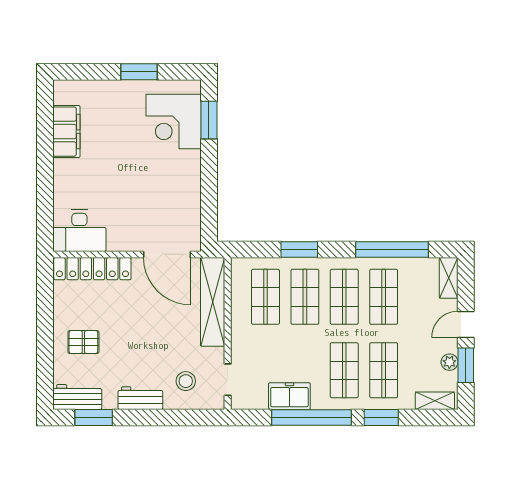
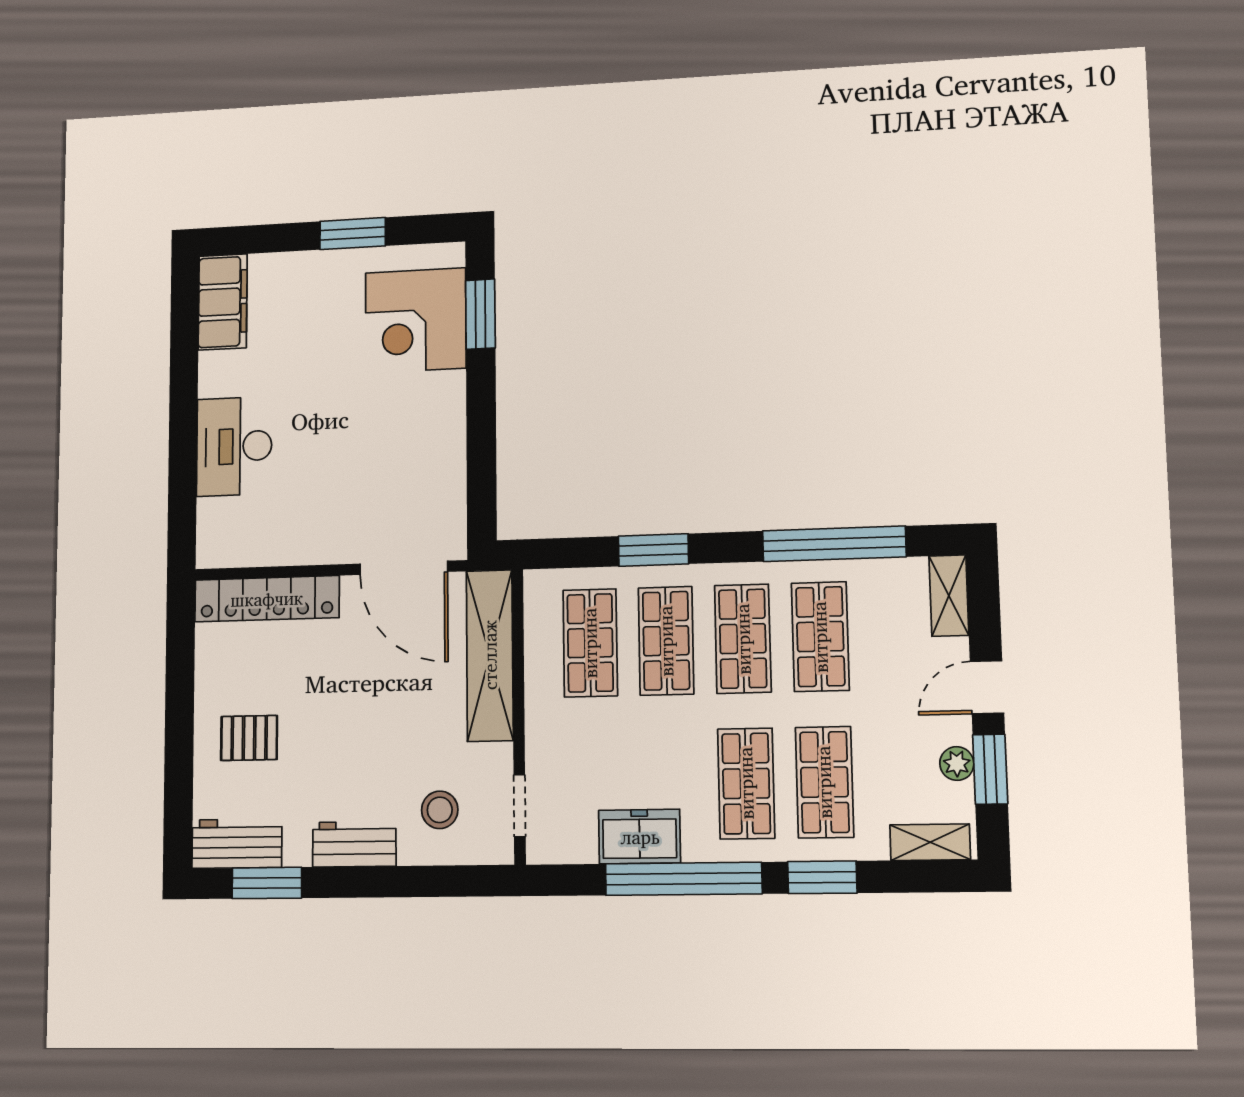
filing cabinet: (66, 132) -> (223, 302), moved
desk: (79, 231) -> (234, 446), moved, turned 90

